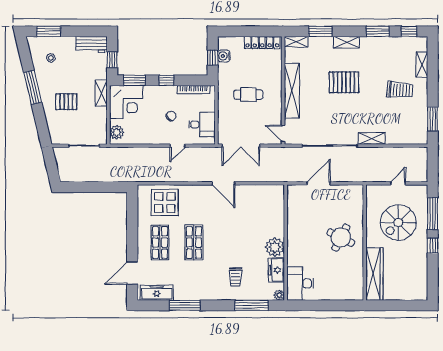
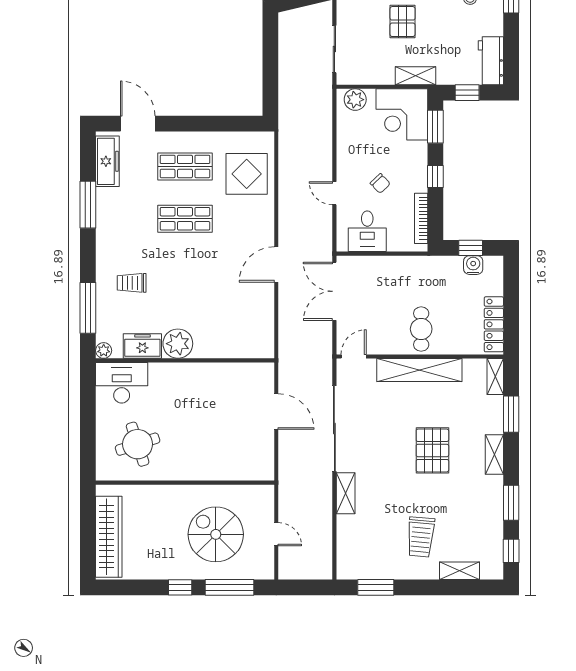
cafe table: (248, 95) -> (421, 329), moved
round table: (341, 238) -> (138, 444), moved, turned 45
wardrobe: (374, 274) -> (109, 537), moved, turned -90

